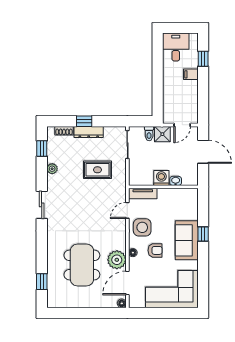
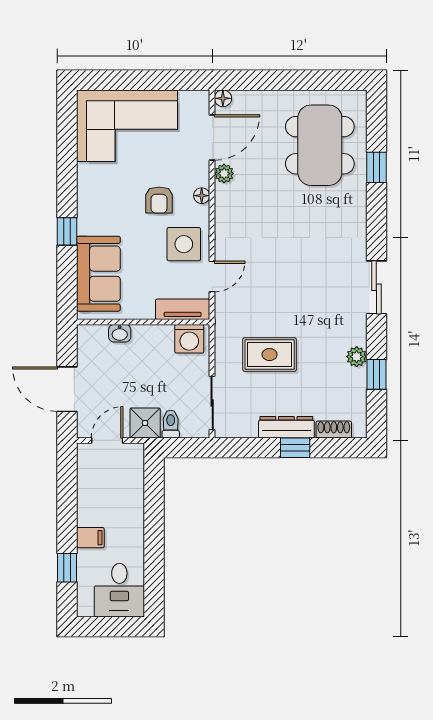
window: (42, 148) -> (376, 374), moved
washing machine: (161, 178) -> (189, 339), moved
sofa: (187, 240) -> (98, 274), moved
armchair: (155, 250) -> (159, 200), turned -90
plant: (117, 260) -> (224, 174), width x0.53, depth x0.53
dining table: (82, 265) -> (320, 145), moved
window: (42, 282) -> (376, 167), moved

